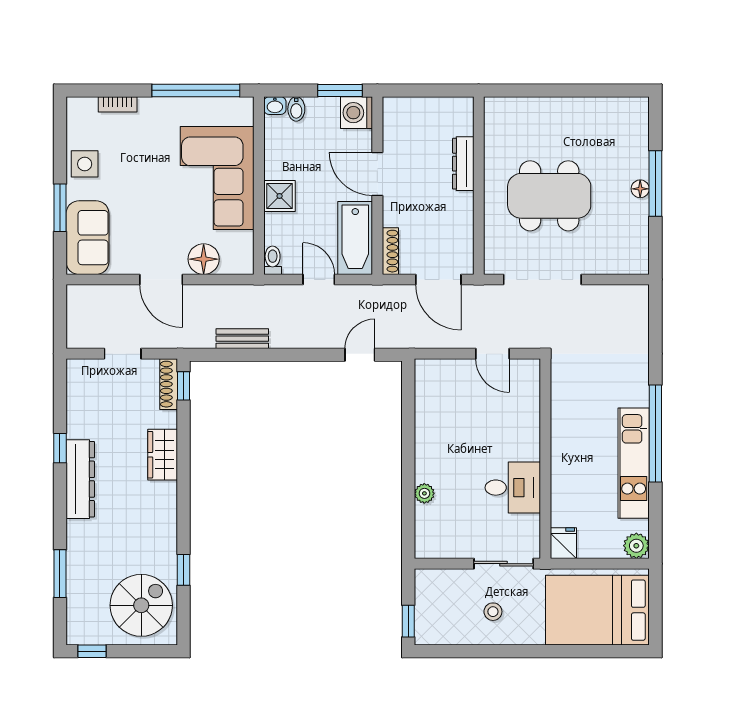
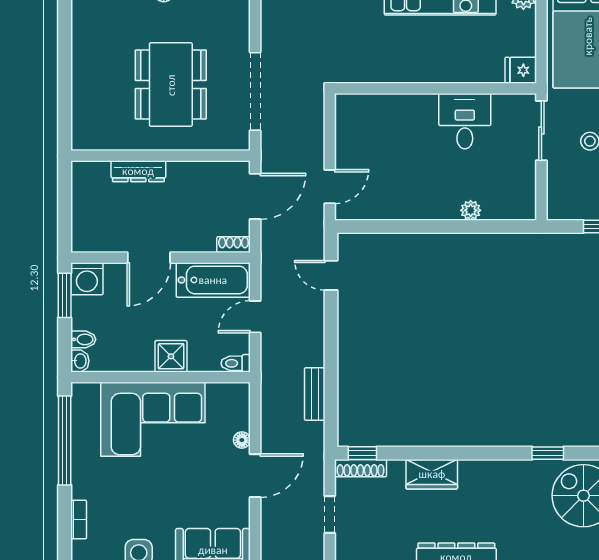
shoe rack: (390, 251) -> (234, 245), width x0.70
floor lamp: (204, 259) -> (242, 440), width x0.53, depth x0.53
door: (492, 354) -> (330, 187), moved

